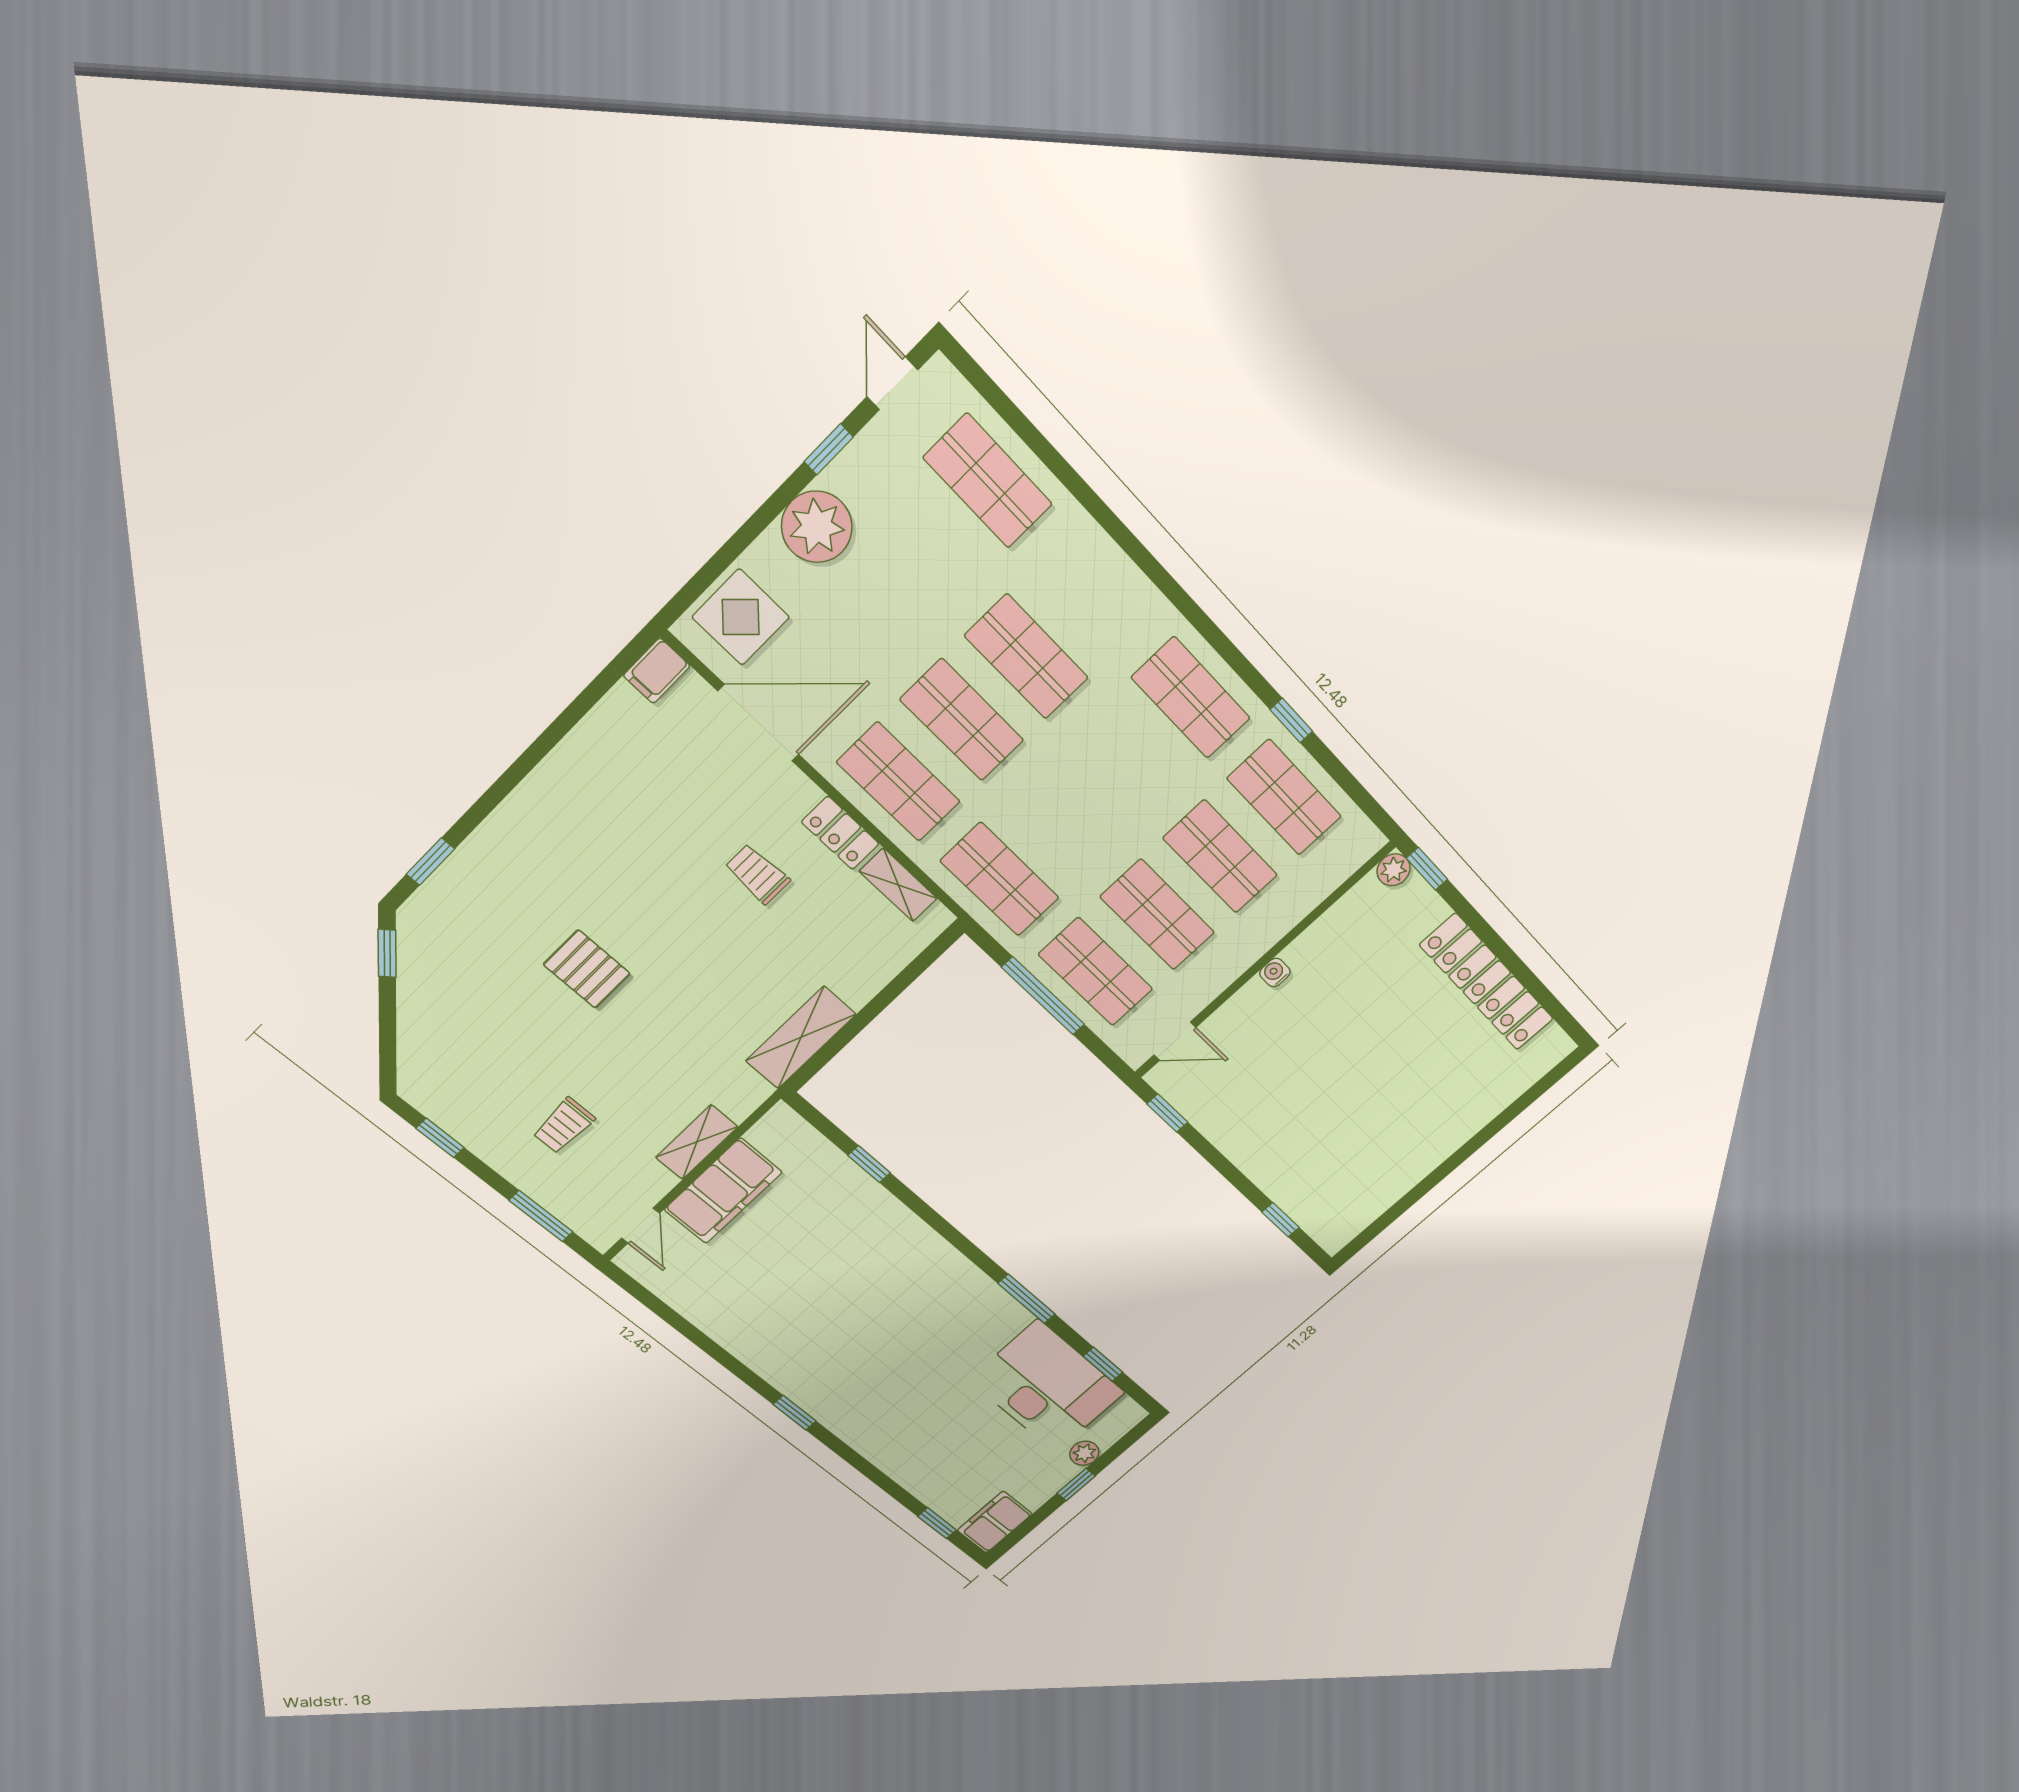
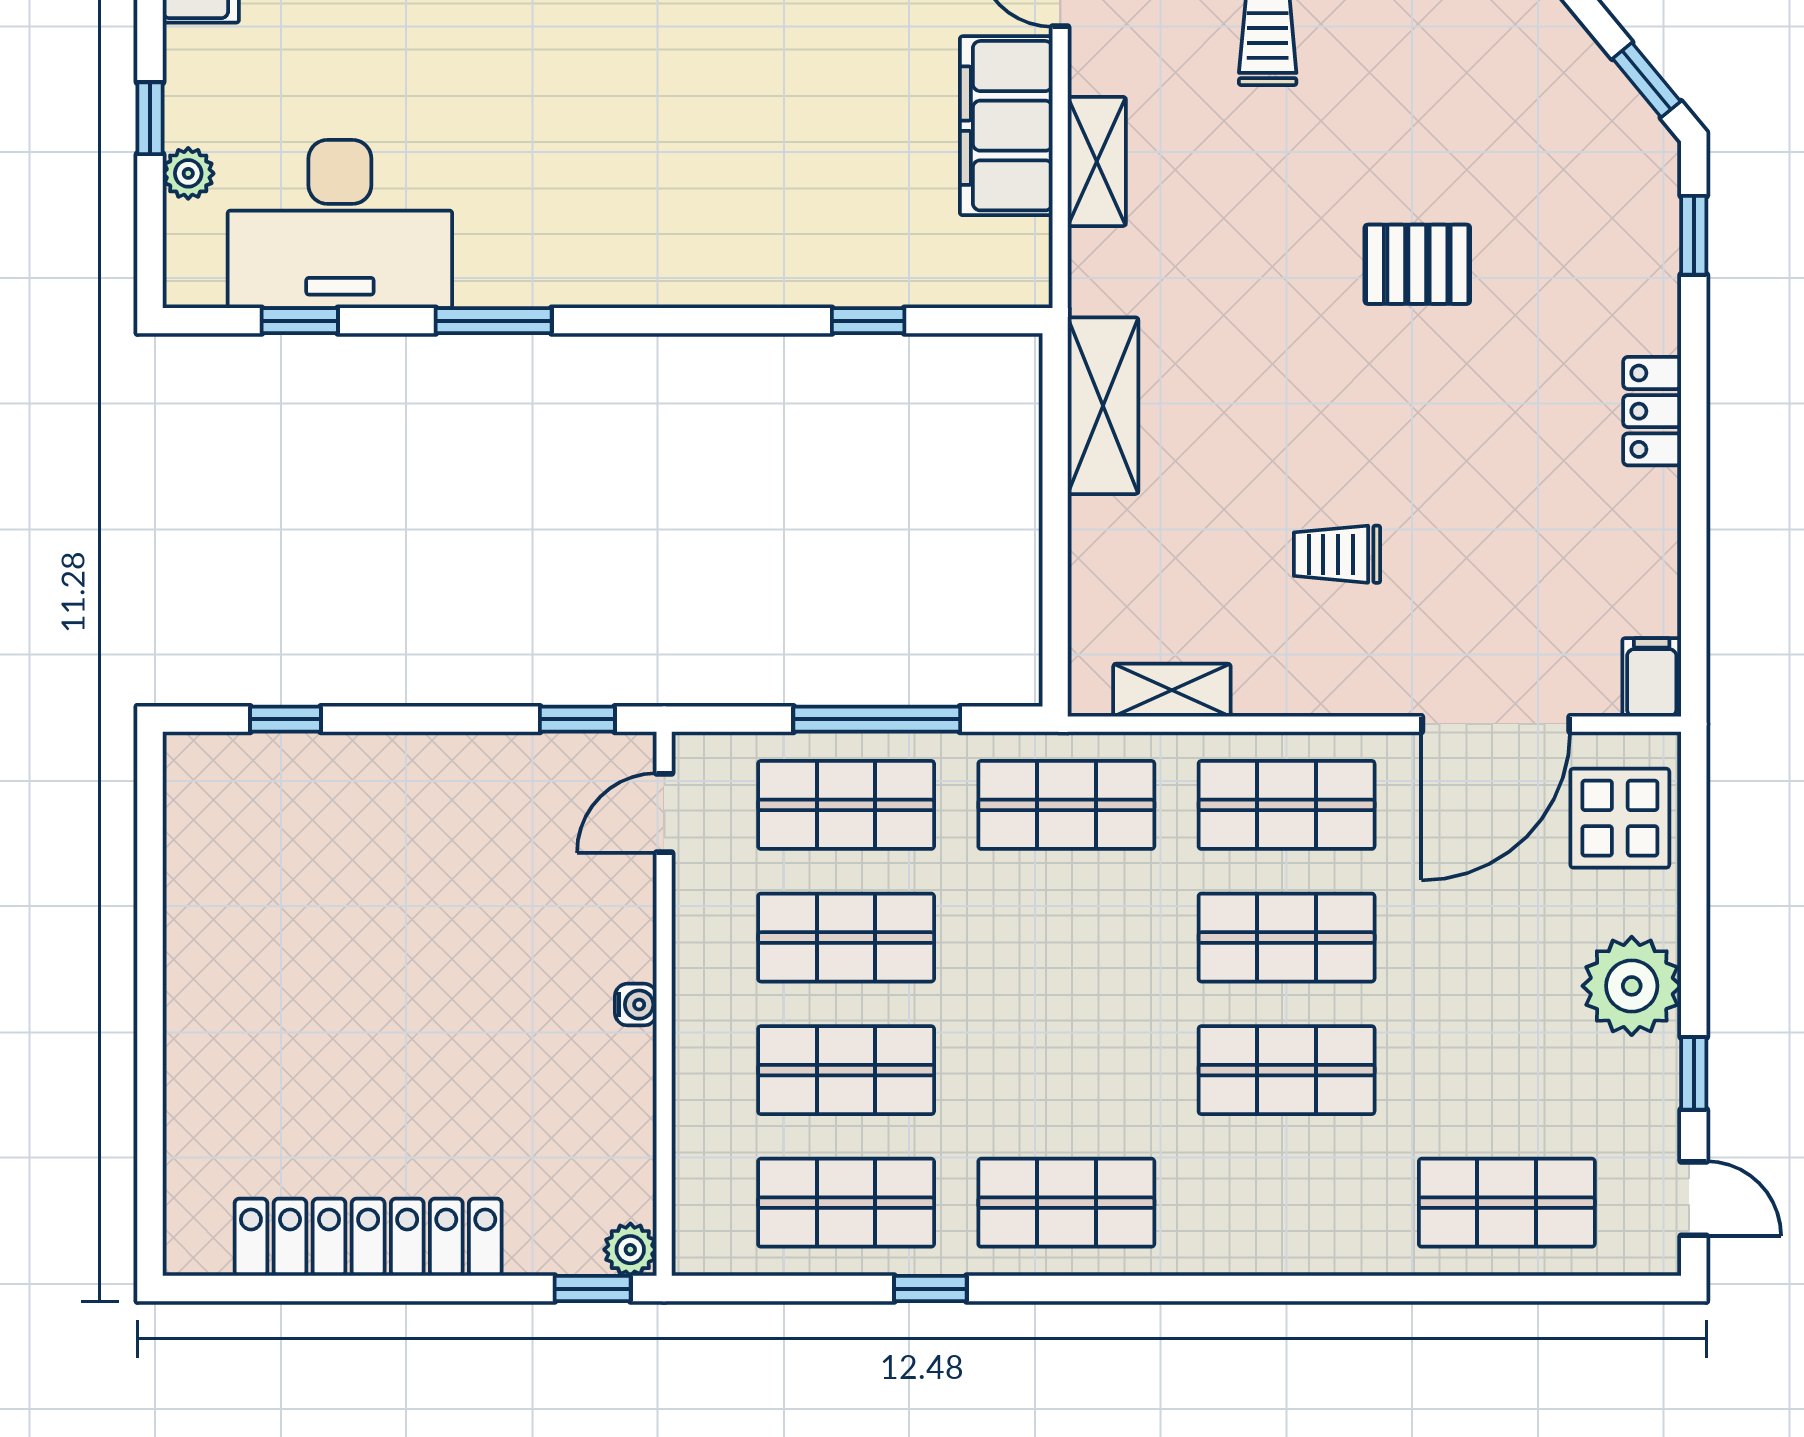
locker: (840, 833) -> (1652, 411), moved, turned -90
trolley: (757, 874) -> (1337, 554), turned 180

